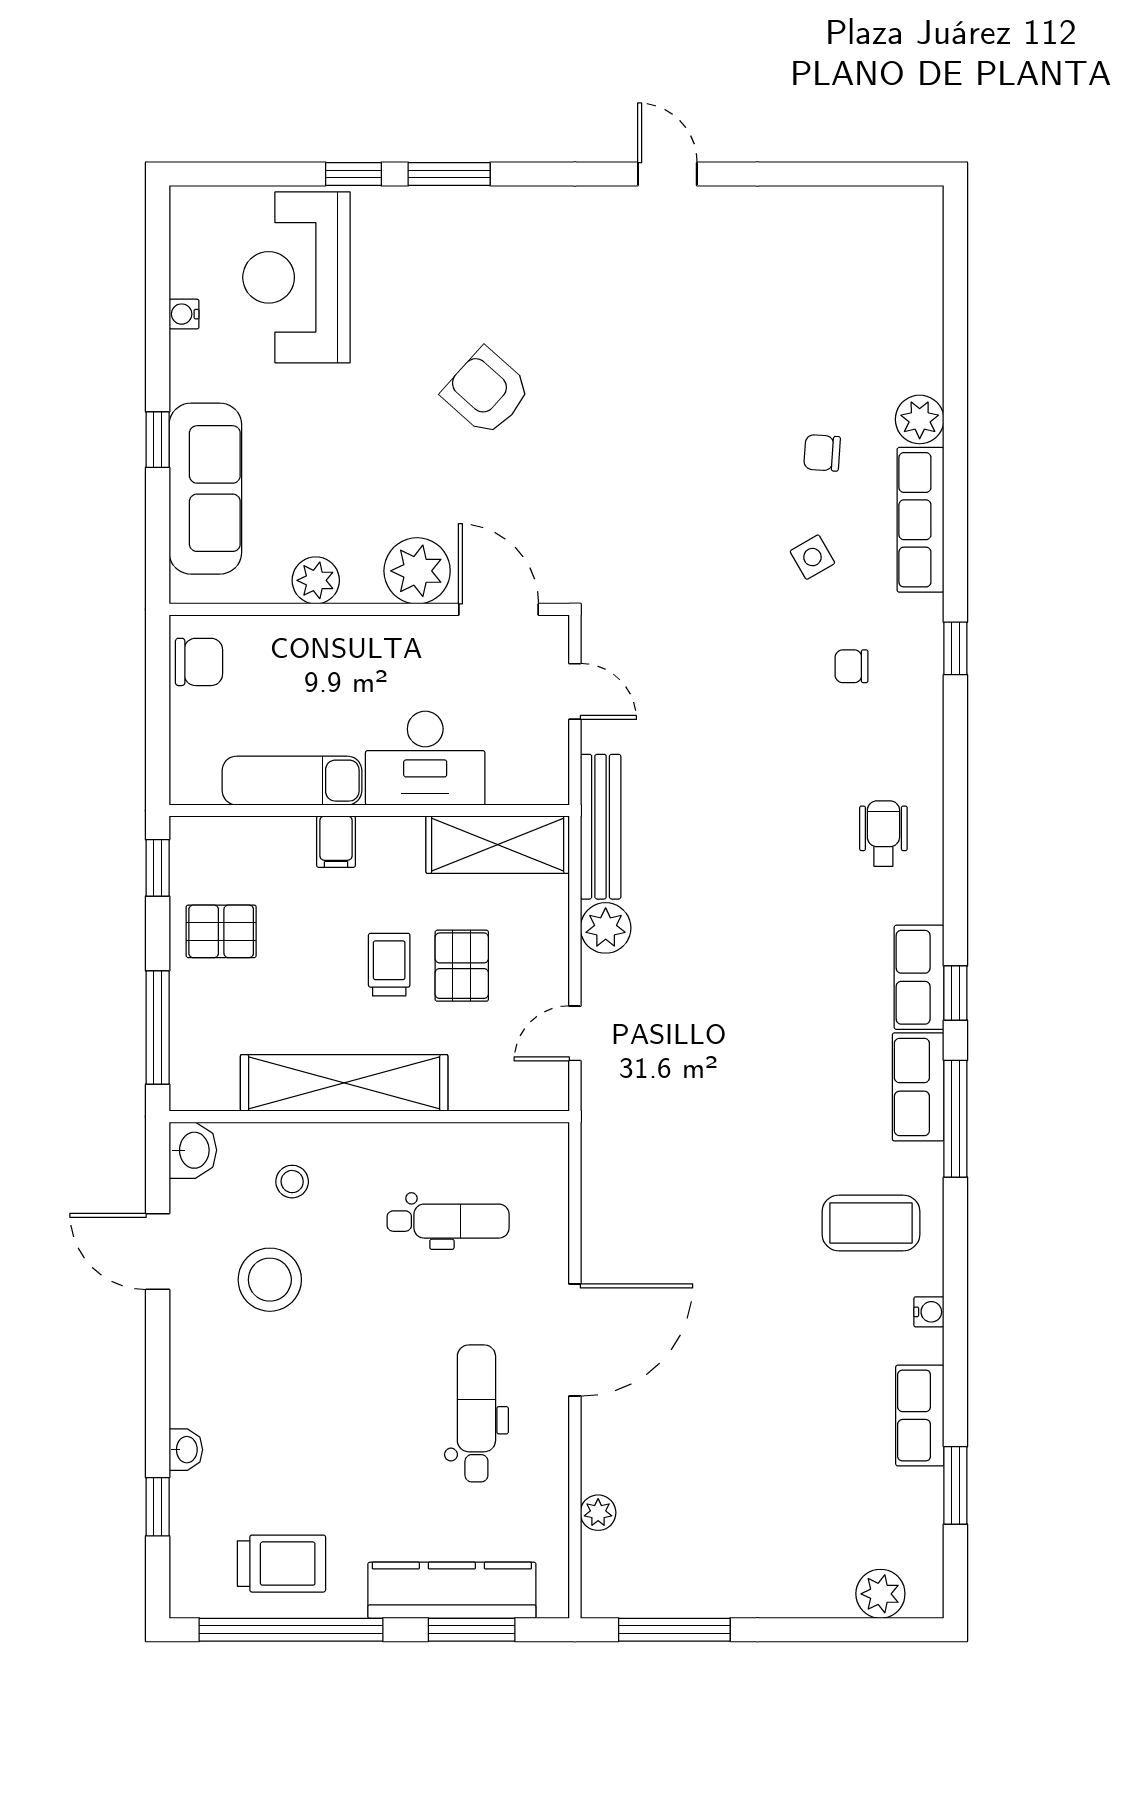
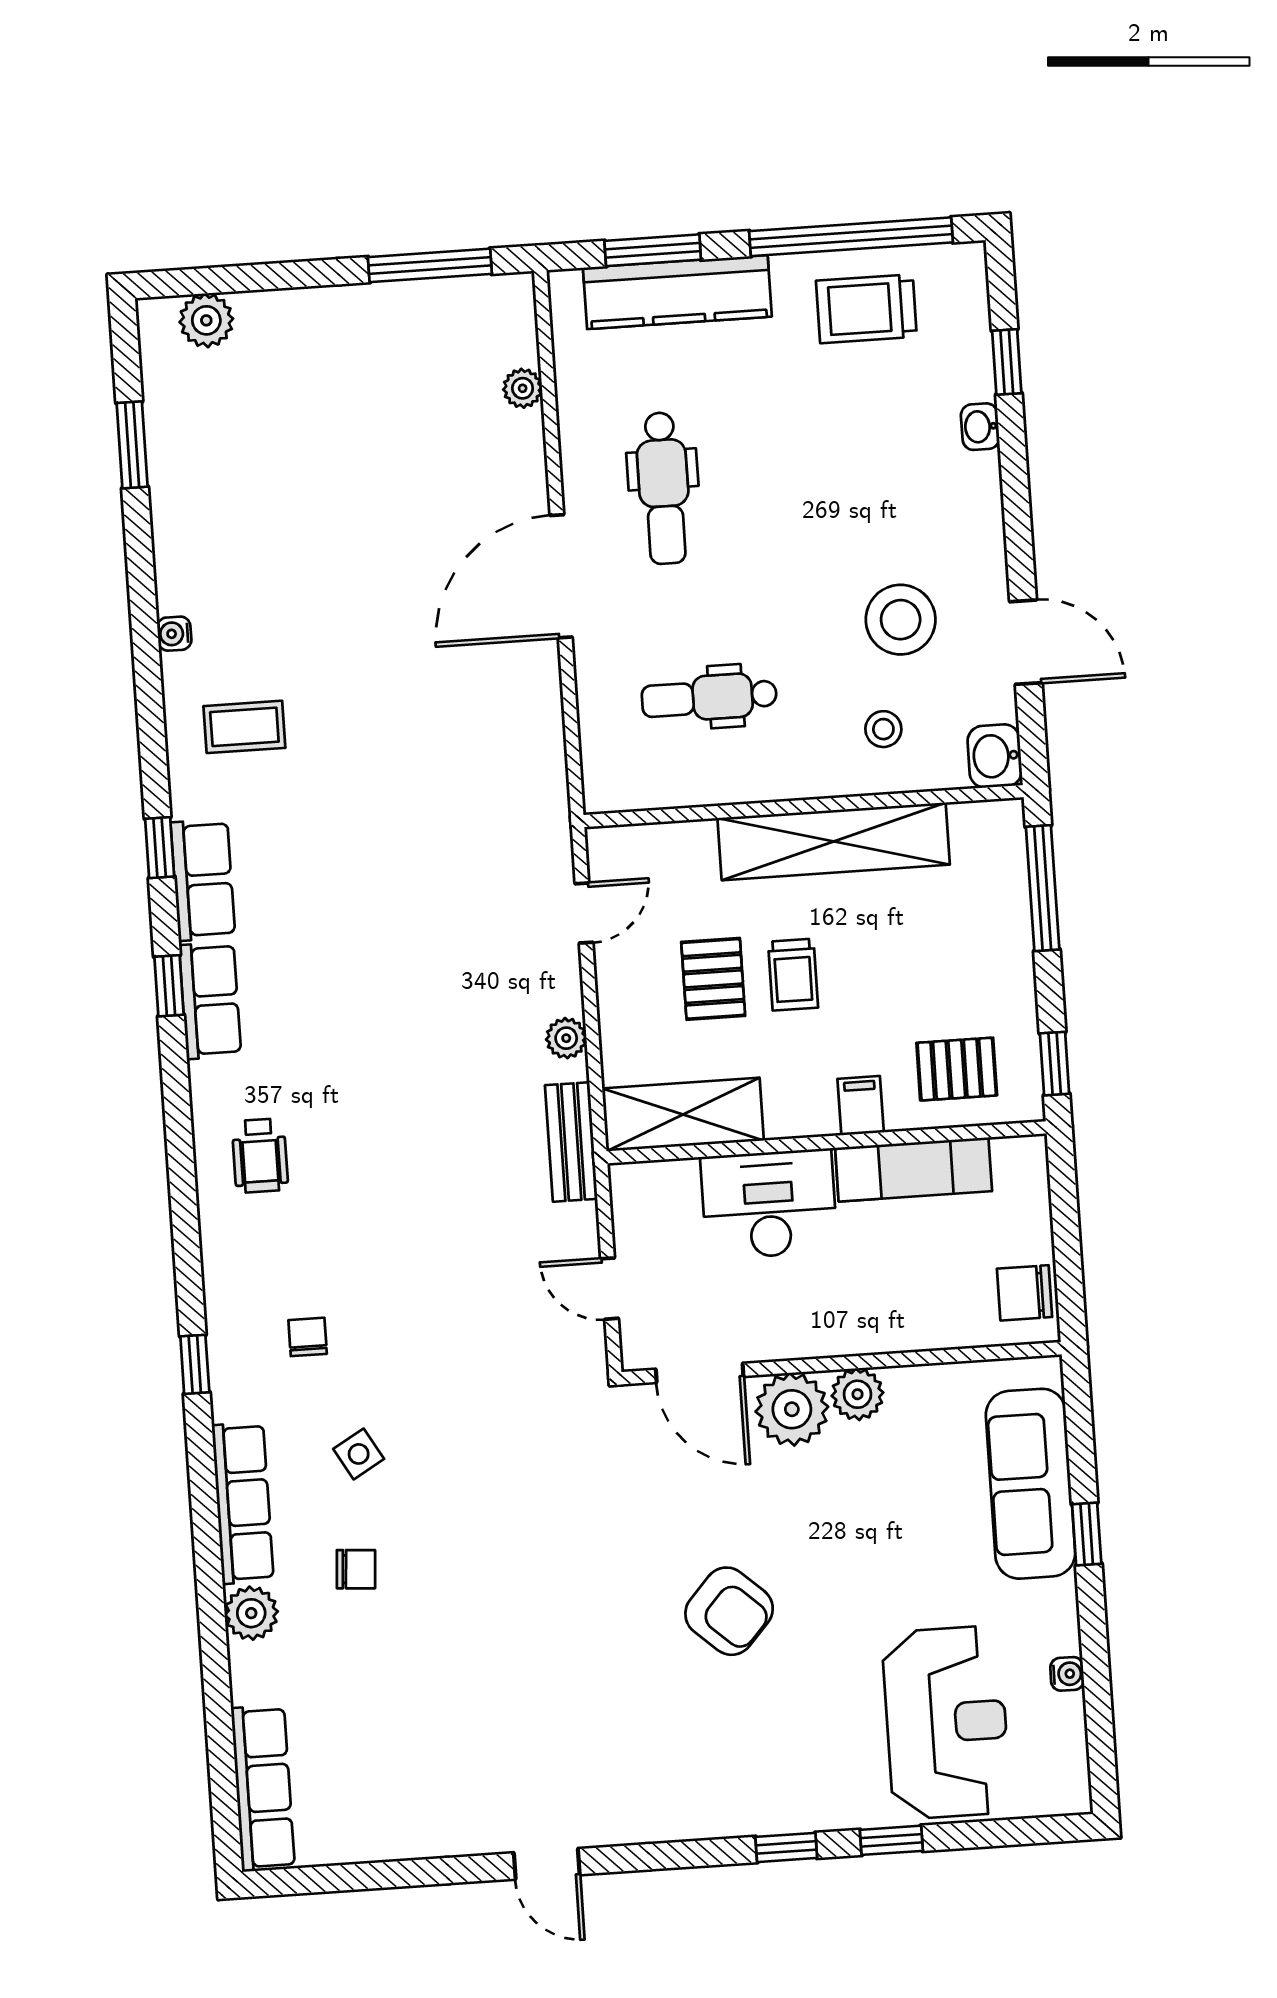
window: (449, 174) -> (786, 1847), width x0.67
plant: (316, 580) -> (857, 1394), moved
chair: (851, 666) -> (308, 1337), turned -90
bench: (601, 827) -> (571, 1142), width x0.73
plant: (606, 928) -> (566, 1038), width x0.73, depth x0.73
pallet: (221, 931) -> (957, 1069), moved
window: (955, 1119) -> (160, 848), width x0.46
coffee table: (871, 1223) -> (244, 727), width x0.73, depth x0.77
row of seats: (920, 1416) -> (263, 1788), moved, width x1.48

